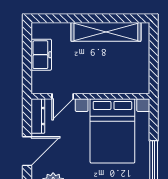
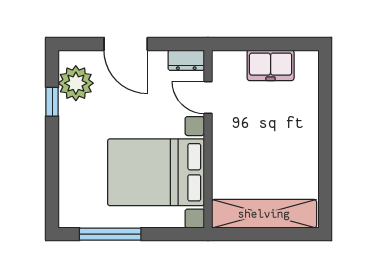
shelving: (106, 32) -> (264, 214), moved, turned 90
dresser: (38, 116) -> (186, 60), width x0.70

